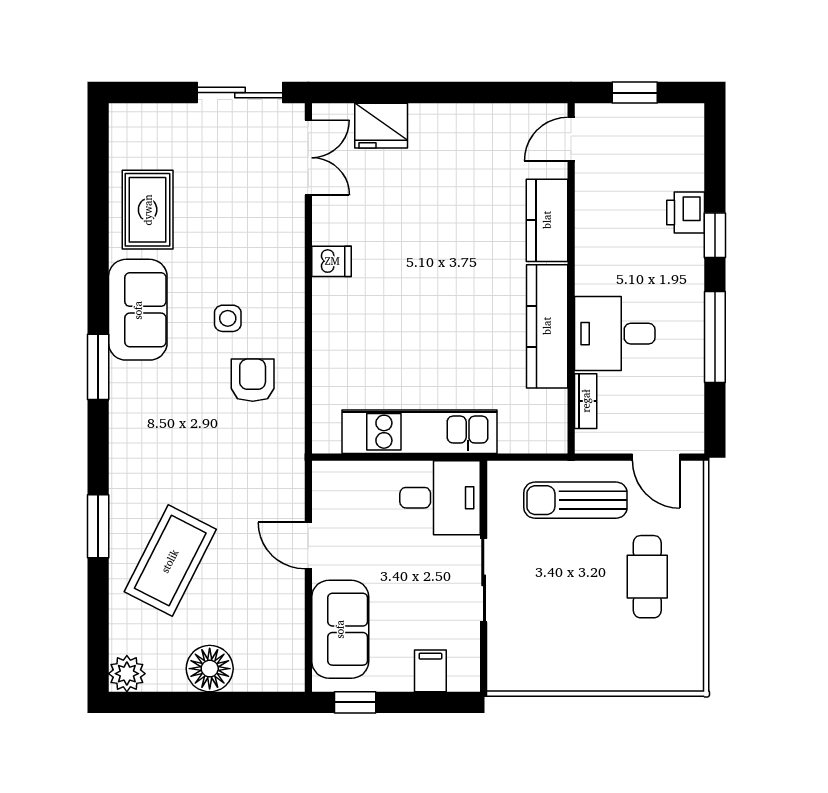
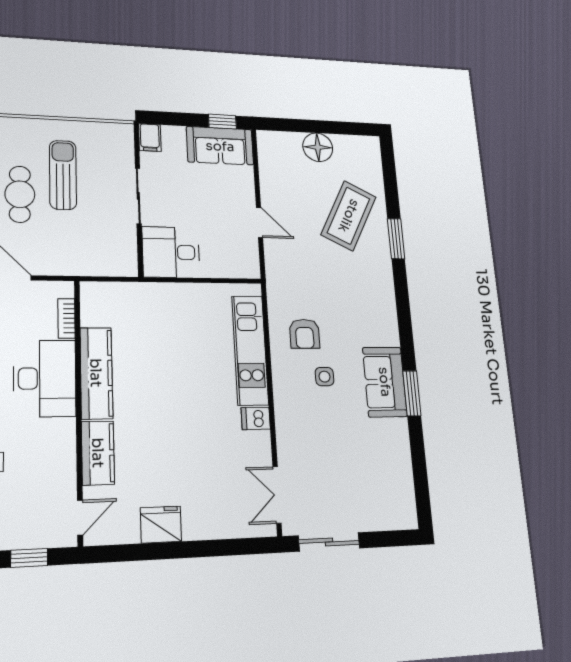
fridge: (381, 126) -> (161, 525), moved
rug: (148, 210) -> (385, 452), removed
desk: (615, 334) -> (45, 378), width x1.37
window: (98, 367) -> (412, 393), moved
kitchen unit: (420, 432) -> (250, 350), moved, turned 90
sun lounger: (575, 500) -> (63, 175), moved, turned -90
sofa: (340, 629) -> (220, 146), moved, turned -90
filing cabinet: (430, 671) -> (150, 138), moved
plant: (127, 674) -> (369, 147), removed

